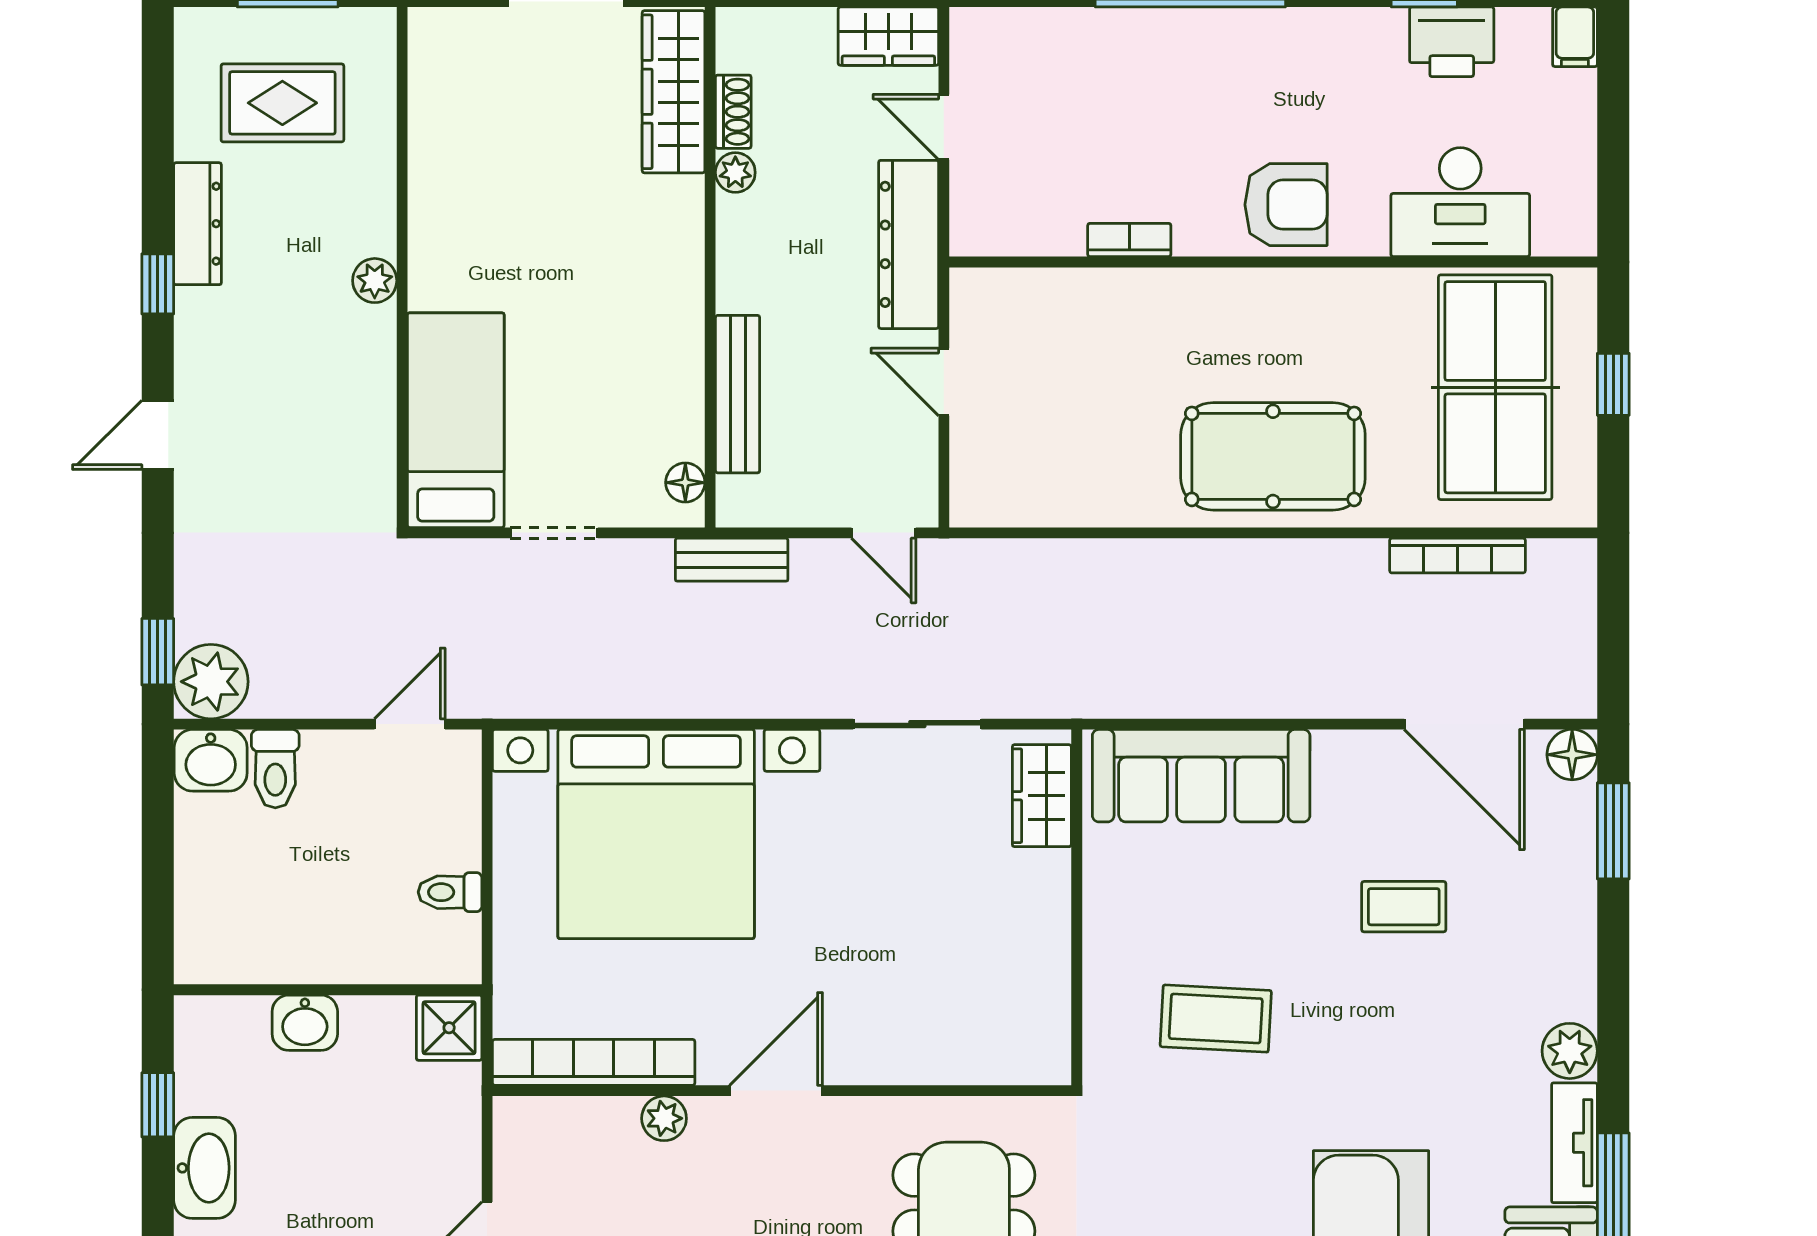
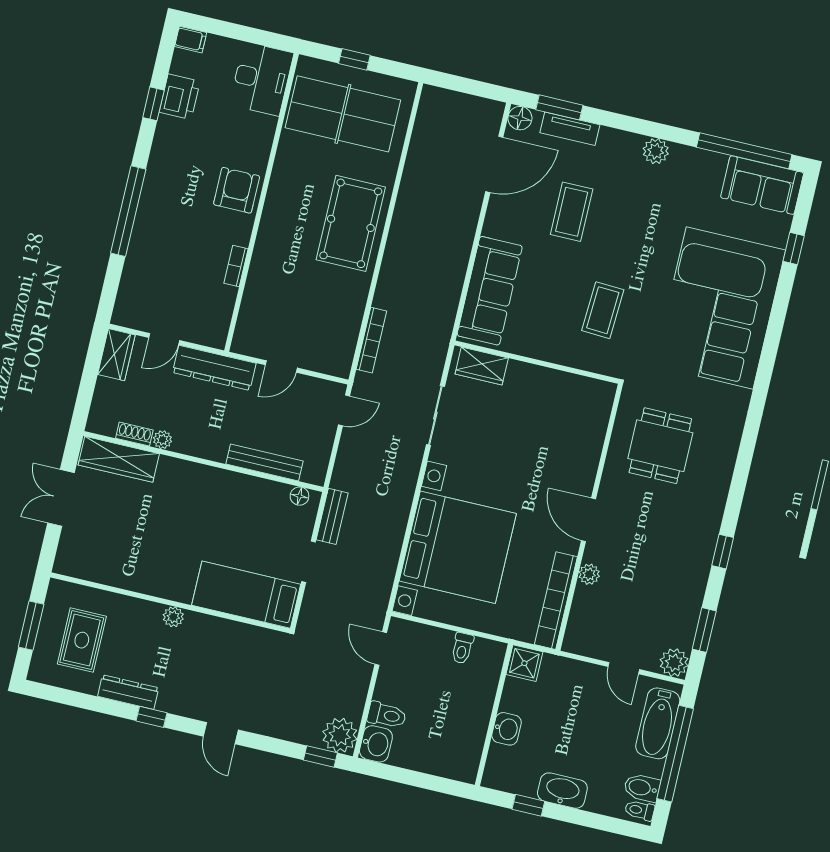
desk: (1460, 202) -> (261, 79), moved
bookcase: (1457, 556) -> (371, 340), moved
bench: (732, 560) -> (332, 516), moved
coffee table: (1404, 907) -> (572, 212), width x1.36, depth x1.30
tv unit: (1574, 1143) -> (570, 129), moved

